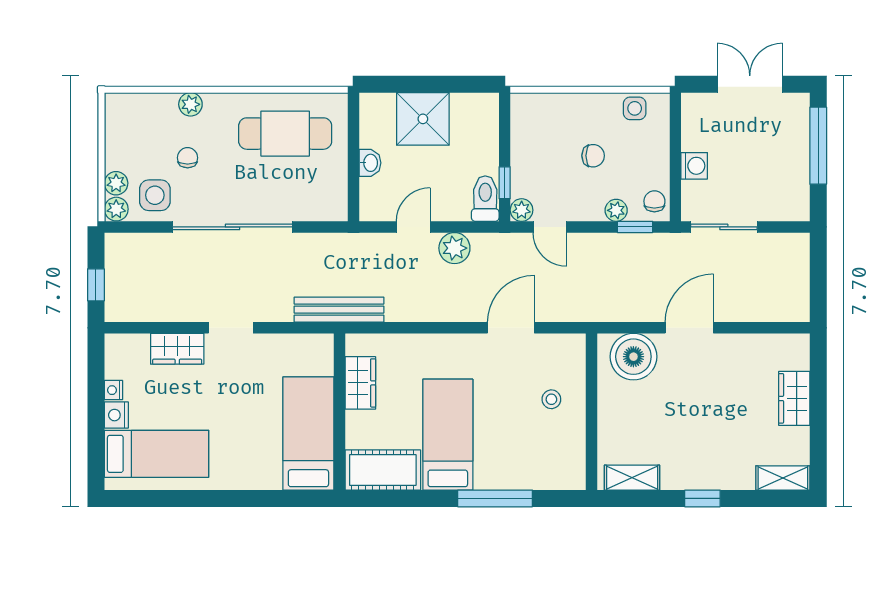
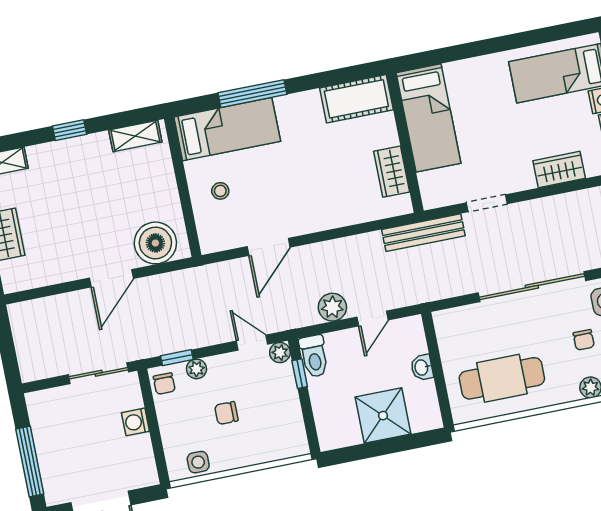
doorway: (231, 328) -> (487, 203), moved
bed: (448, 435) -> (227, 129), moved, turned -90

